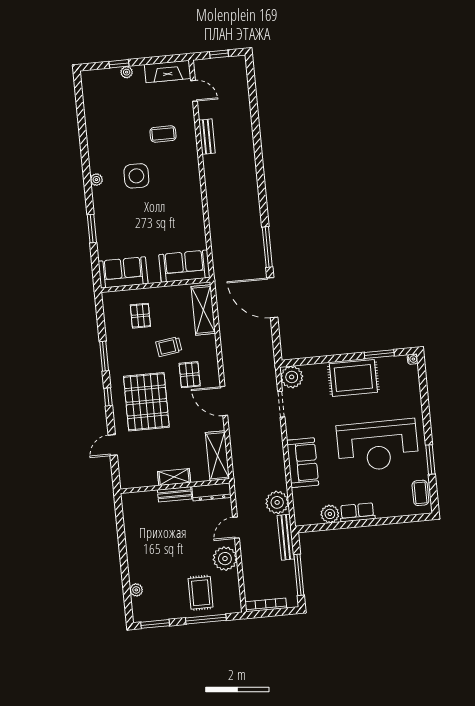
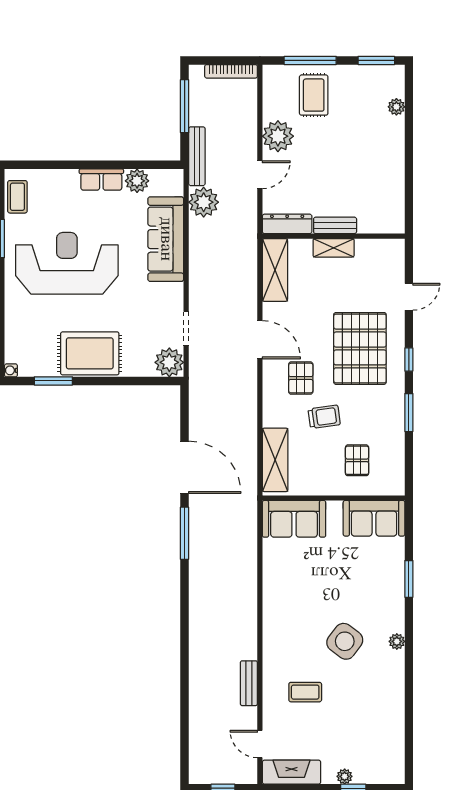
side table: (136, 176) -> (345, 641), turned 37
sofa: (303, 463) -> (166, 239), width x1.36

